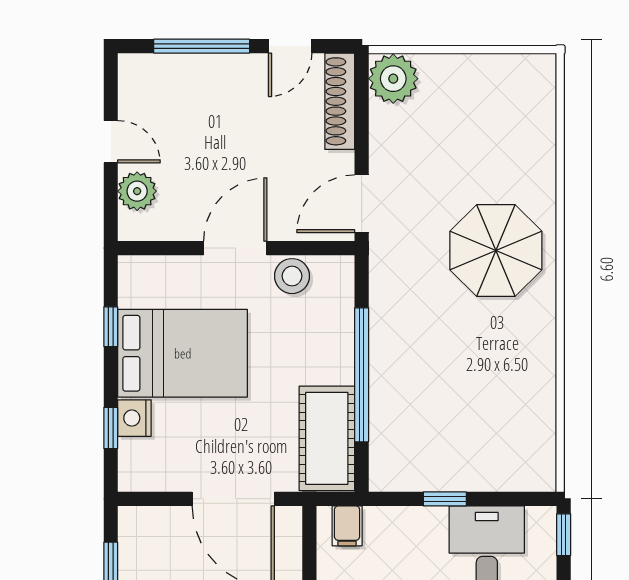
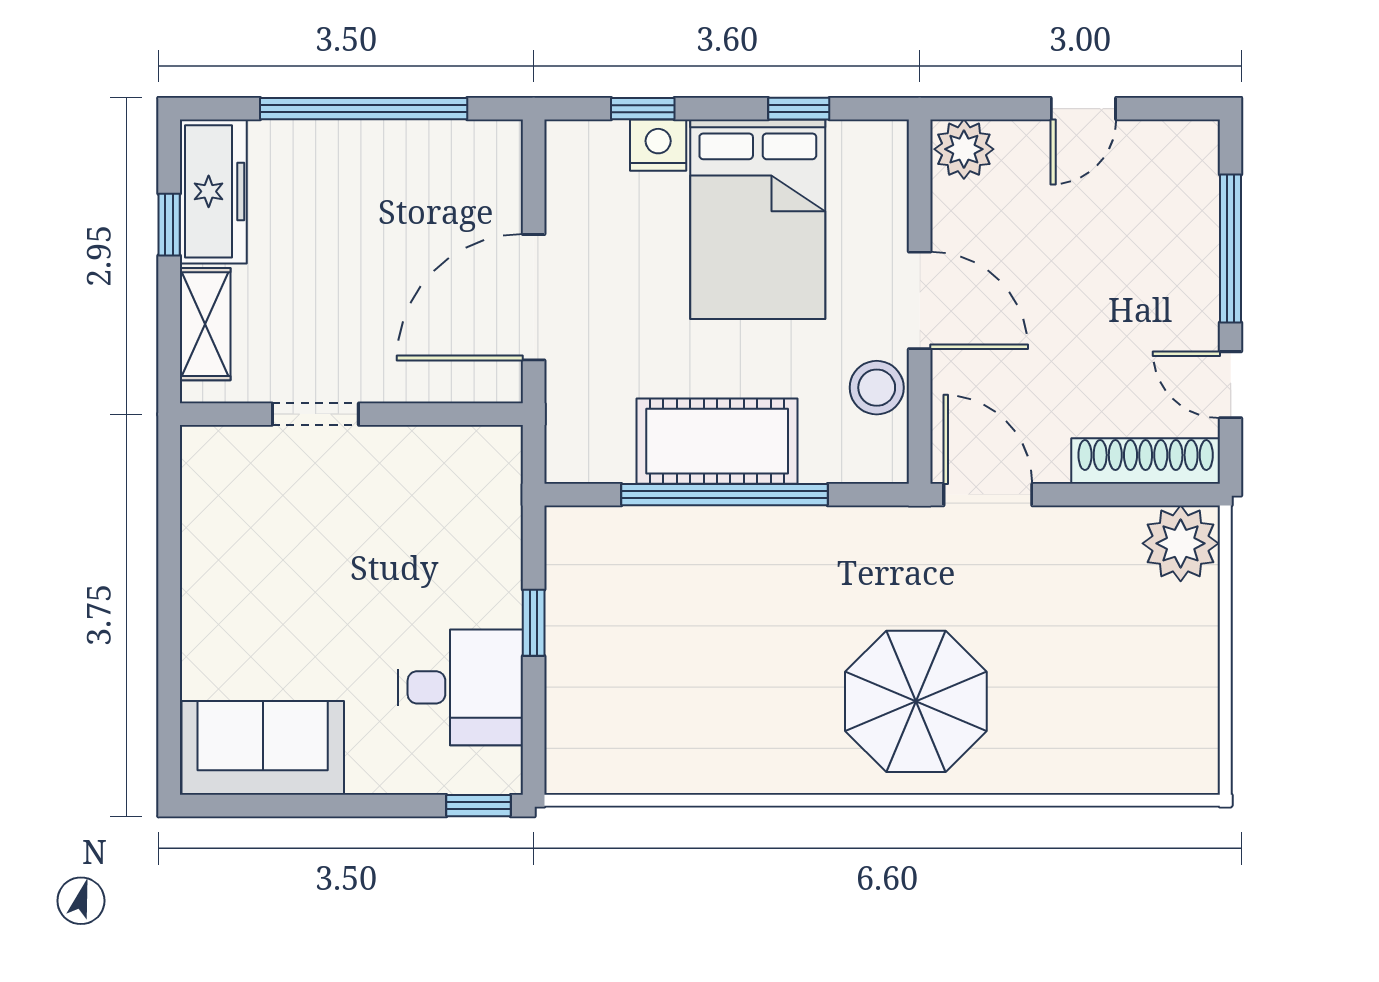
plant: (137, 191) -> (964, 149), moved
cot: (327, 438) -> (717, 441), moved
filing cabinet: (347, 526) -> (492, 472), removed

